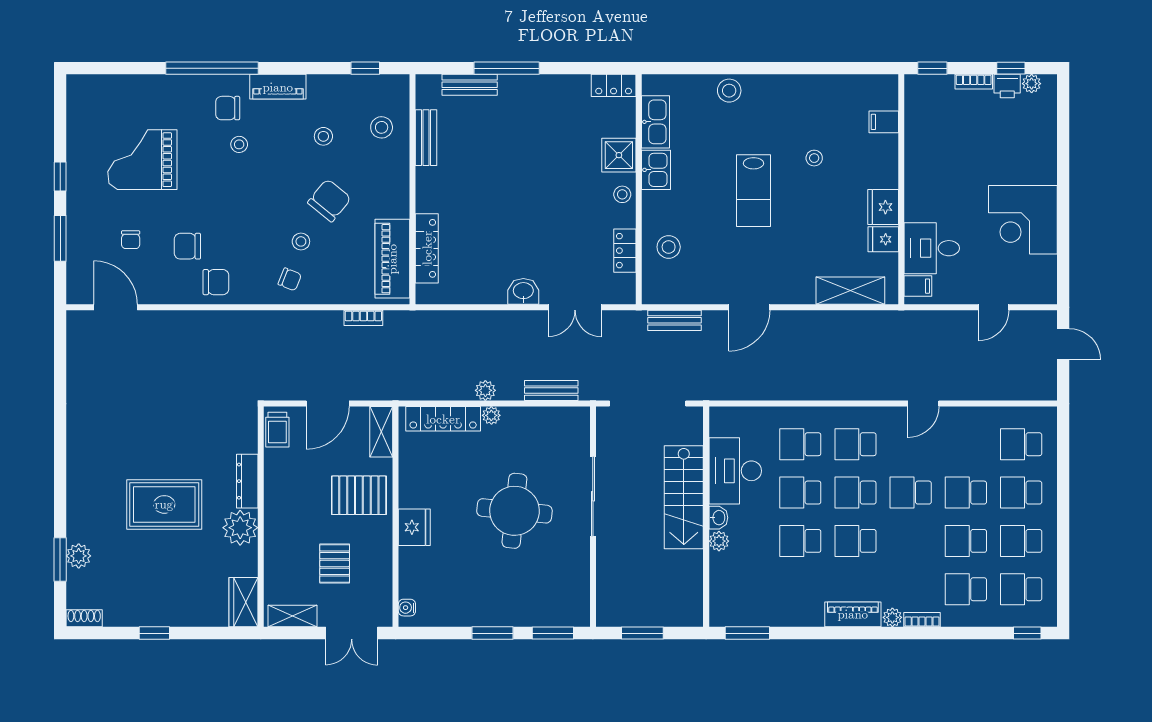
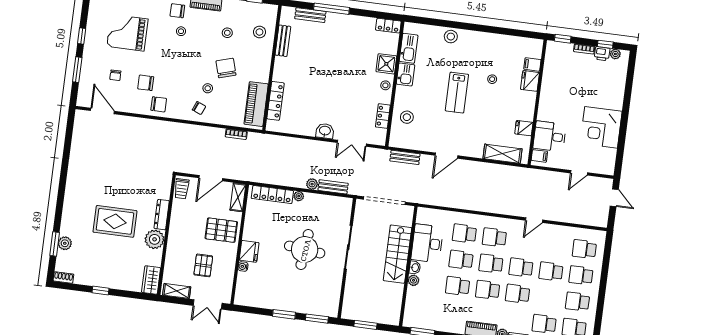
chair: (329, 200) -> (226, 68), turned -56
fridge: (883, 207) -> (530, 81), moved
plant: (485, 390) -> (312, 184), moved
school desk: (966, 541) -> (518, 294), moved
water cooler: (407, 608) -> (243, 266), moved

